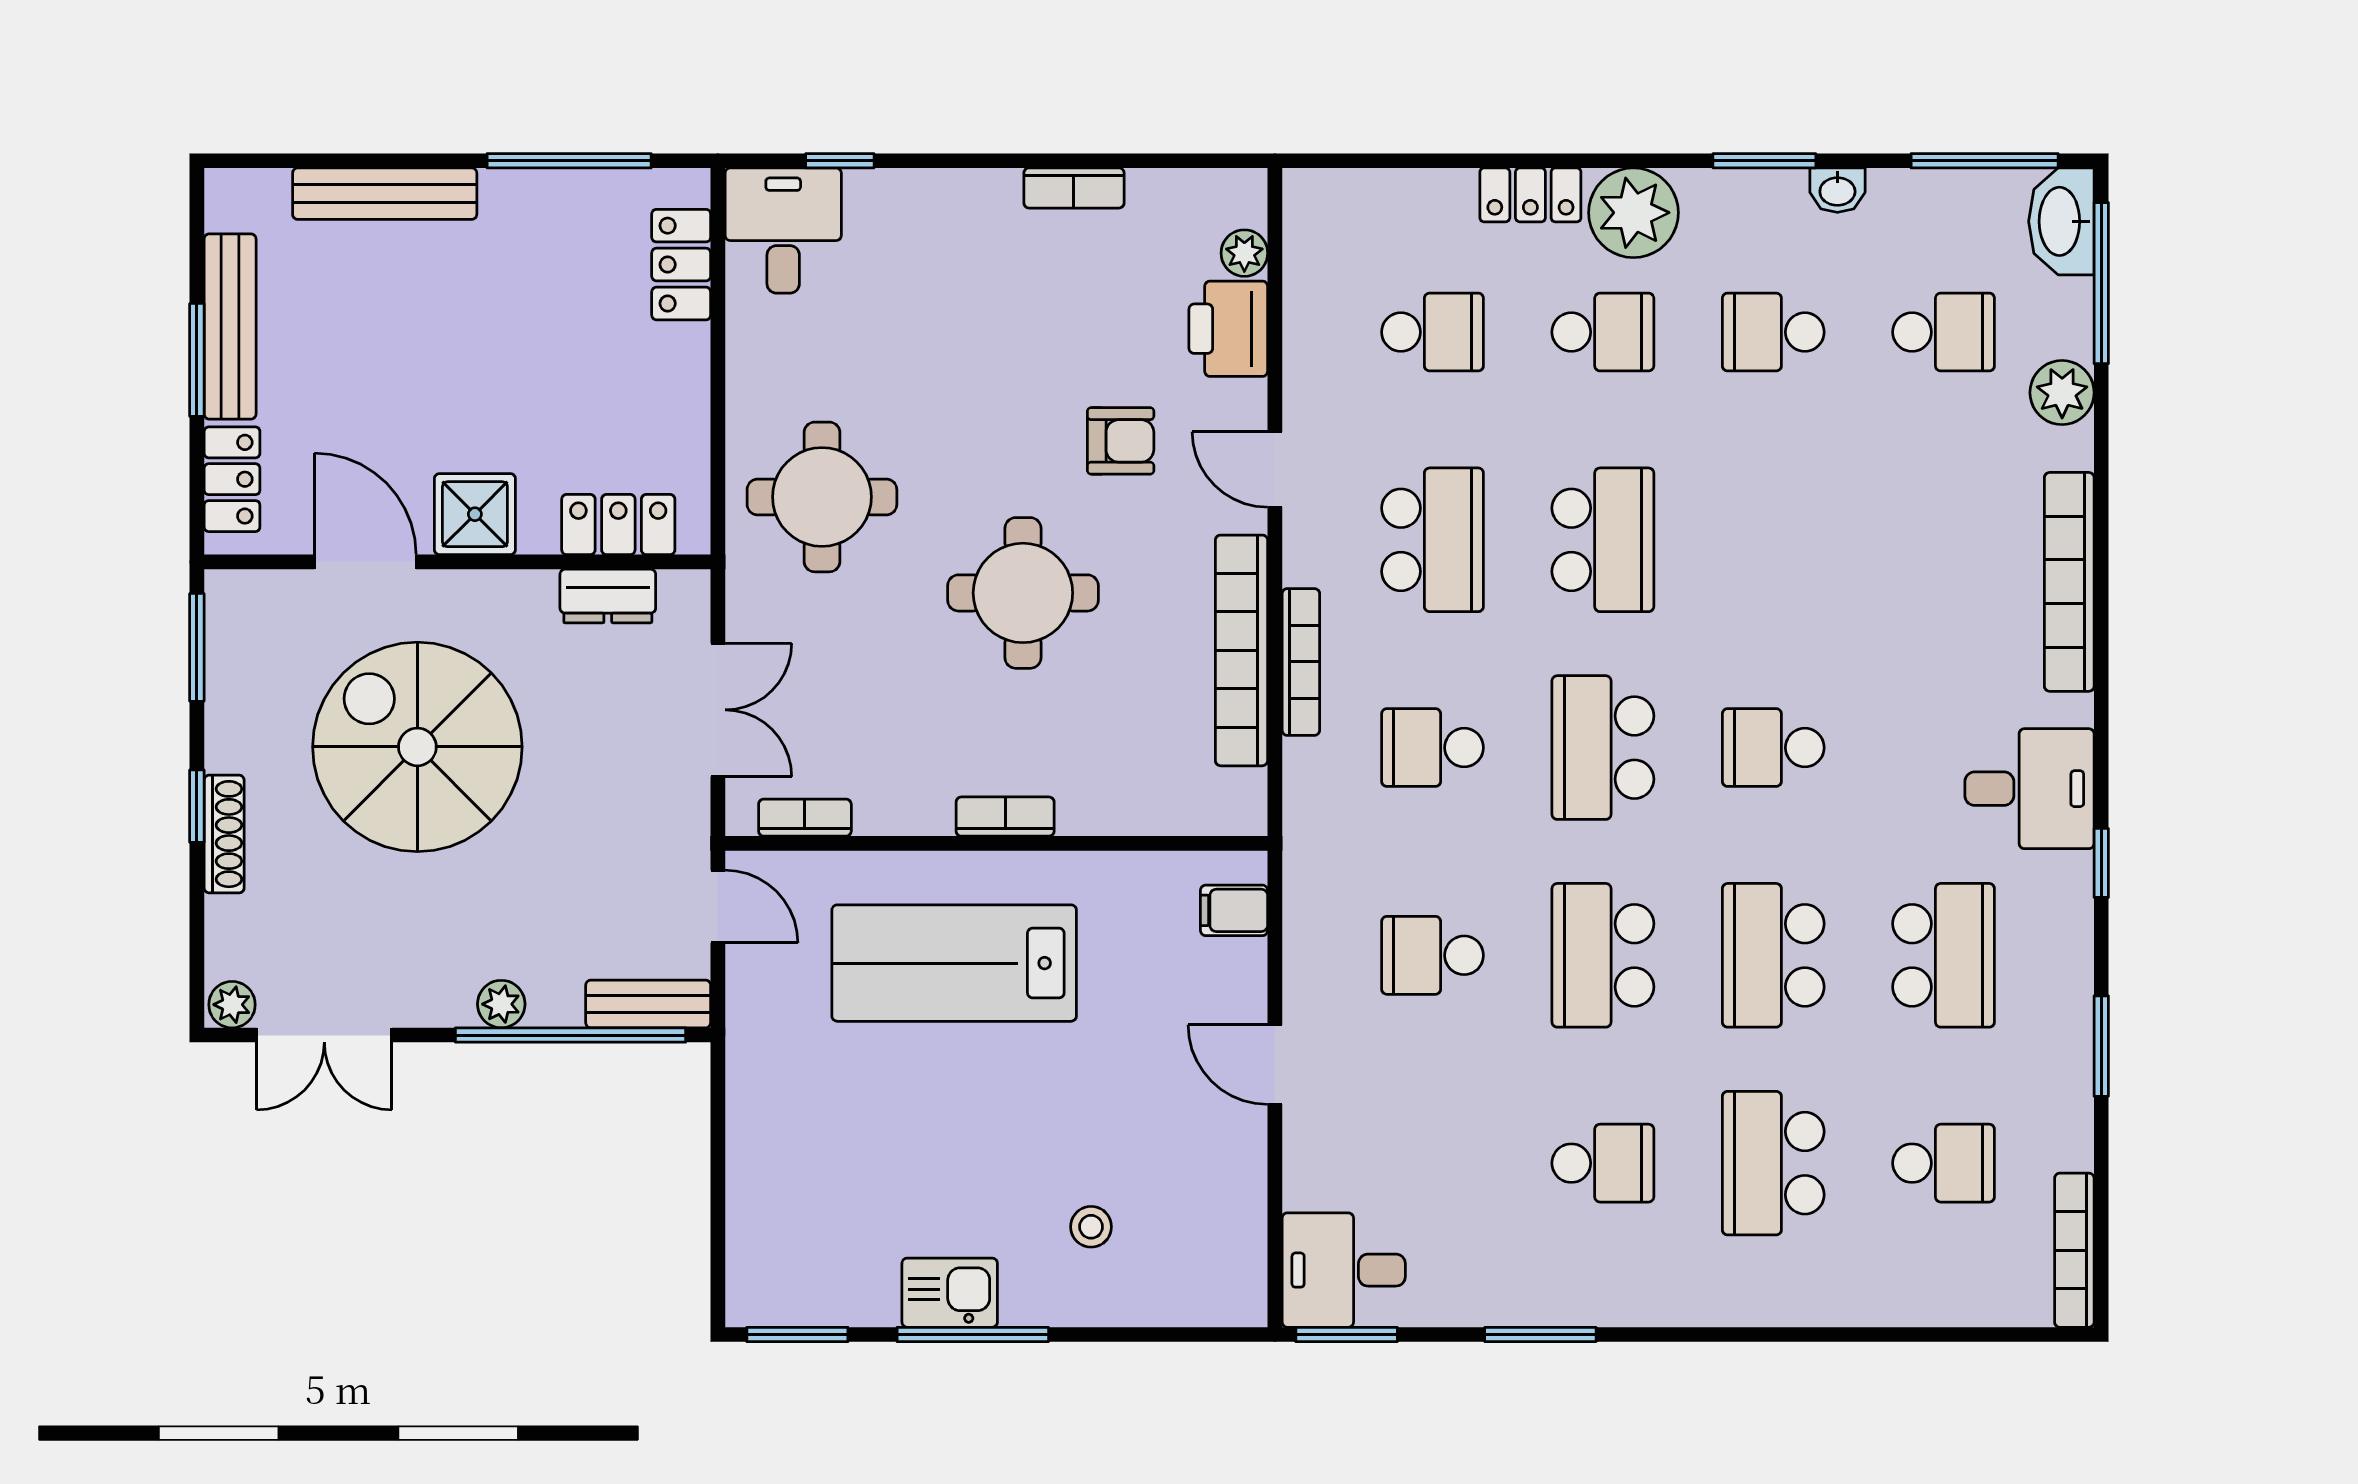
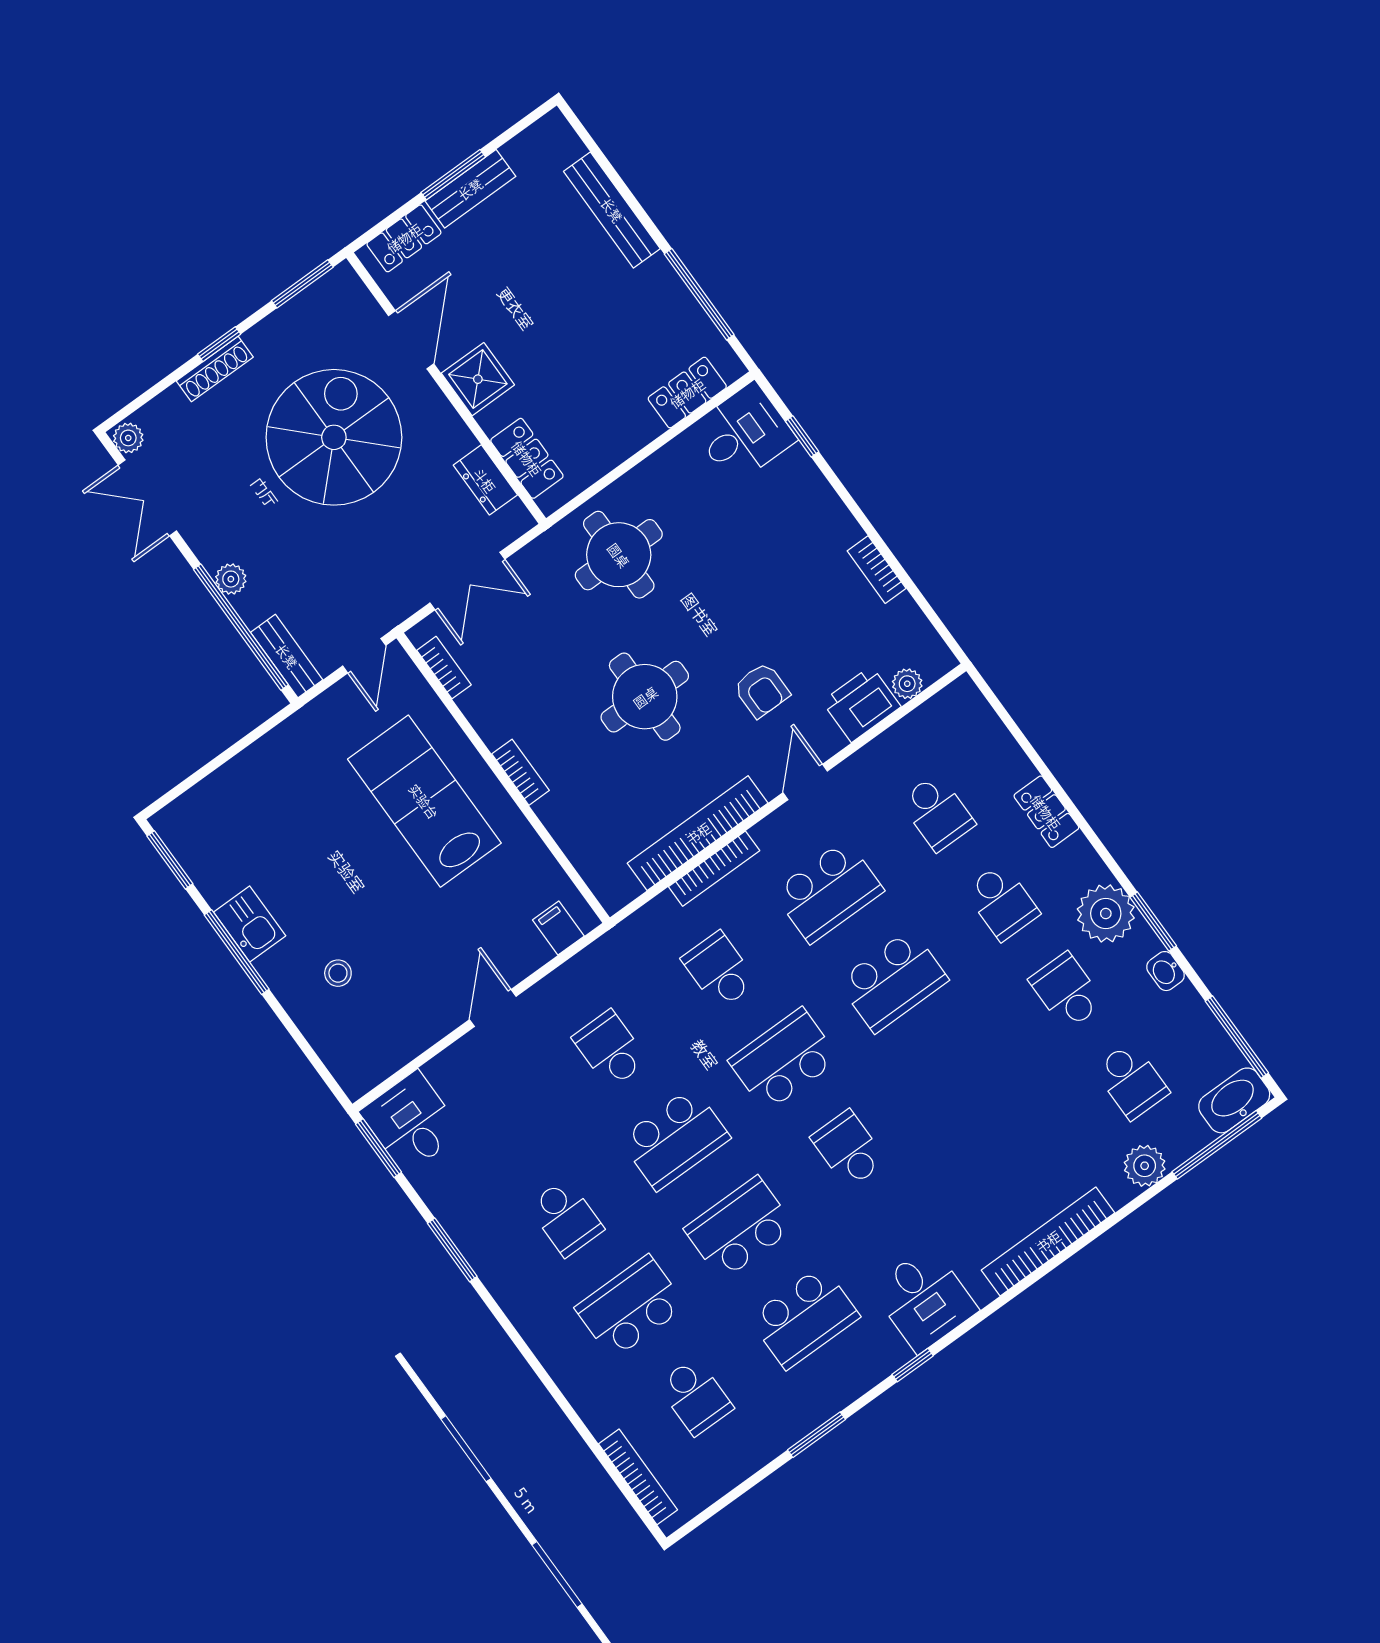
plant: (1633, 213) -> (1106, 913), moved
bench: (230, 326) -> (470, 189), width x0.73
school desk: (1603, 955) -> (675, 1139), turned 180
bookcase: (2074, 1250) -> (638, 1477), moved, turned 90

